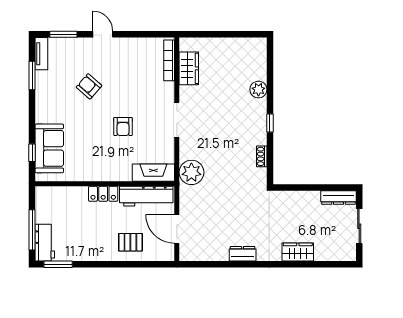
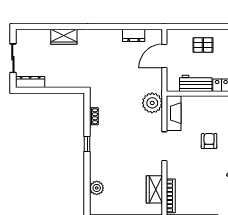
plant: (258, 90) -> (97, 188), moved
fireplace: (153, 173) -> (174, 113), moved, turned -90
workbench: (146, 196) -> (196, 83), width x0.73
door: (177, 229) -> (164, 56), swing flipped
dresser: (243, 254) -> (134, 35), moved

